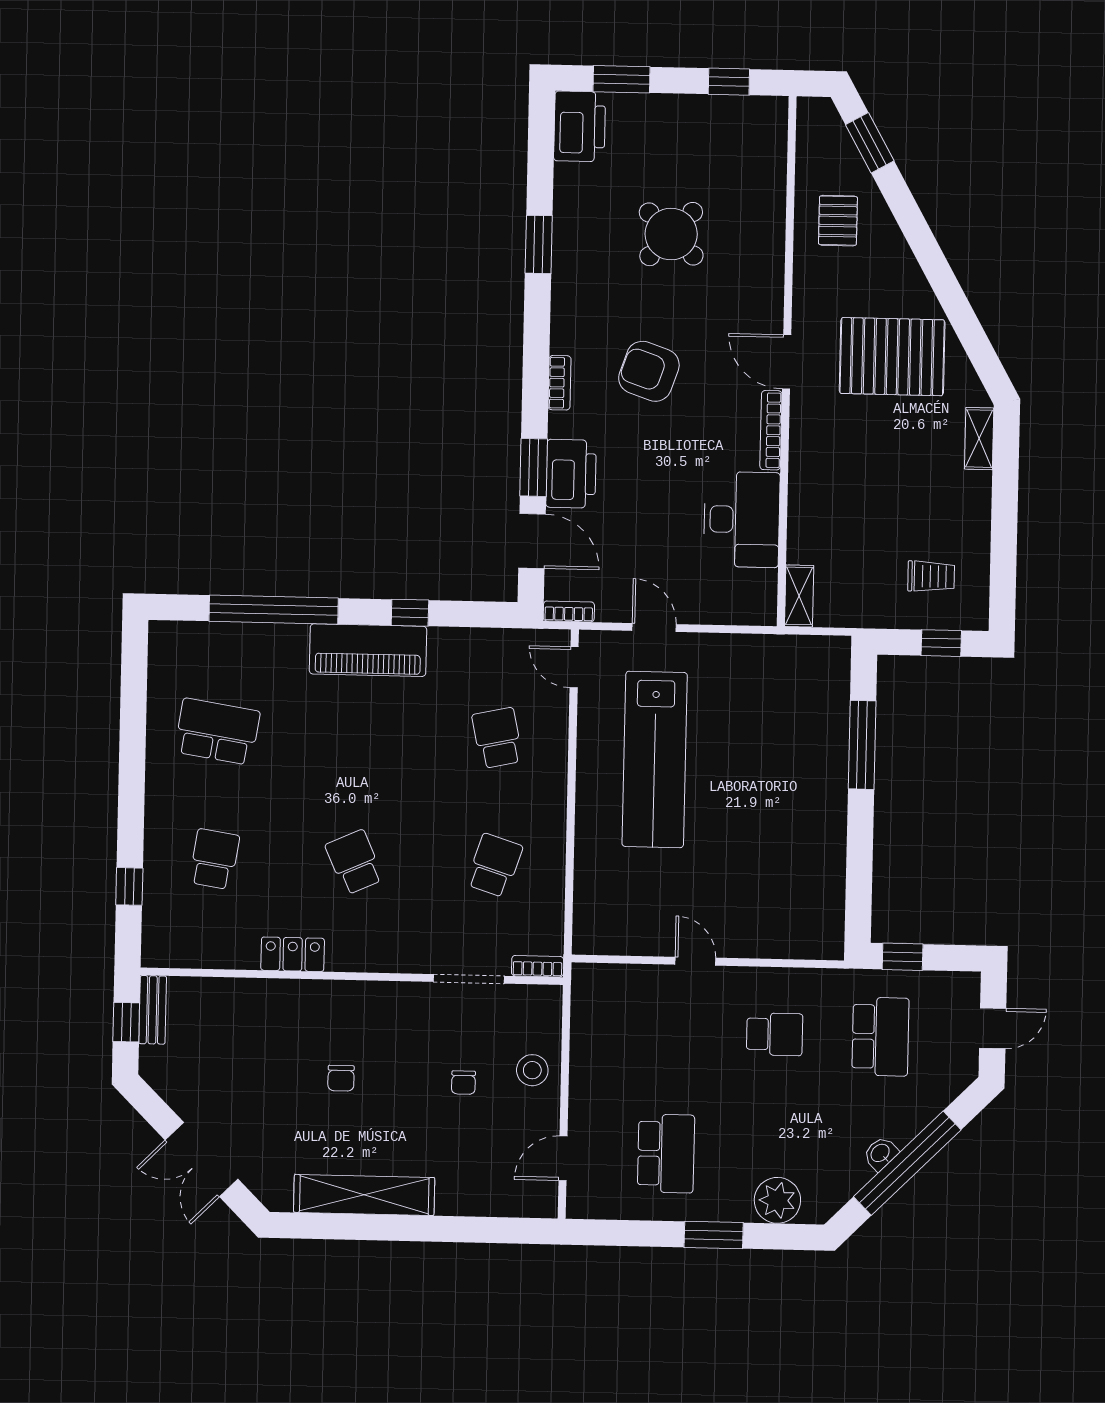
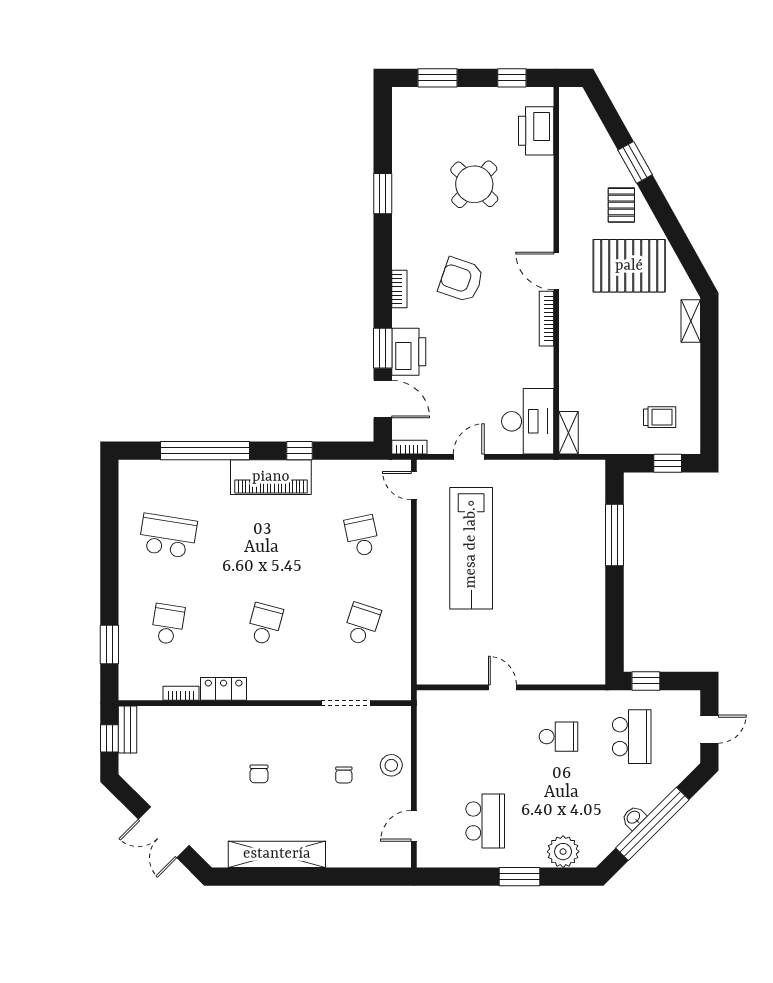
printer: (580, 126) -> (536, 131), moved, turned 180
window: (870, 143) -> (635, 162), moved
pallet: (838, 221) -> (621, 205), moved
desk: (742, 519) -> (528, 421), moved
door: (654, 627) -> (469, 457), hinge flipped
school desk: (354, 862) -> (265, 624), turned 39
window: (129, 886) -> (109, 644), width x1.50
bookcase: (538, 966) -> (181, 693), moved

